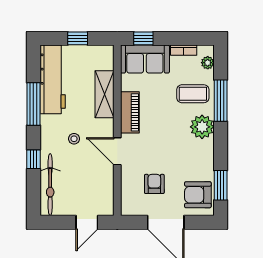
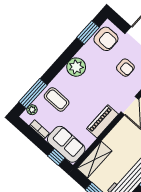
shelving: (104, 94) -> (94, 160), moved
window: (221, 101) -> (33, 94), moved
plant: (202, 127) -> (76, 67), moved
armchair: (154, 184) -> (125, 68), turned -90

